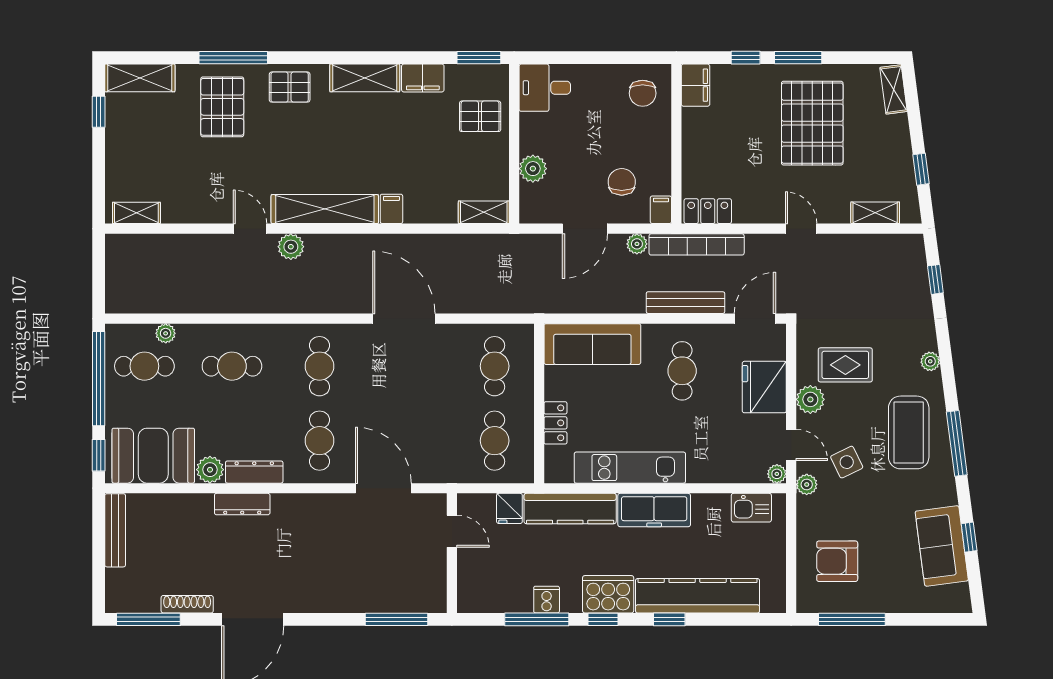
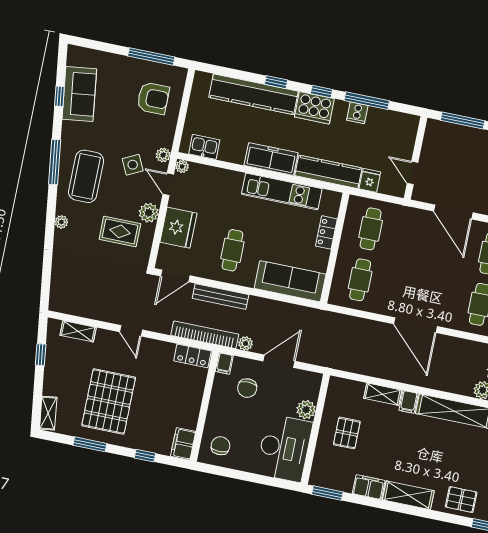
window: (798, 58) -> (90, 444), moved
desk: (545, 88) -> (284, 448), width x1.87, depth x1.30
pallet: (480, 116) -> (347, 433), moved, turned 90
shelving: (484, 212) -> (383, 394), moved
window: (935, 279) -> (46, 277), removed

